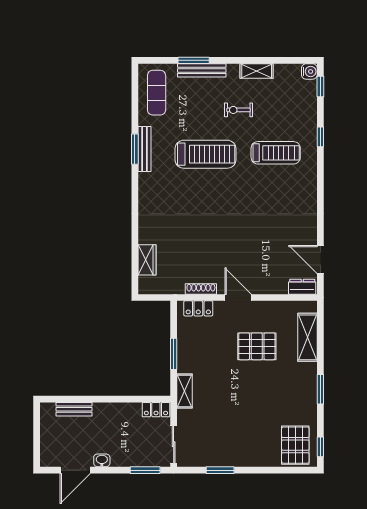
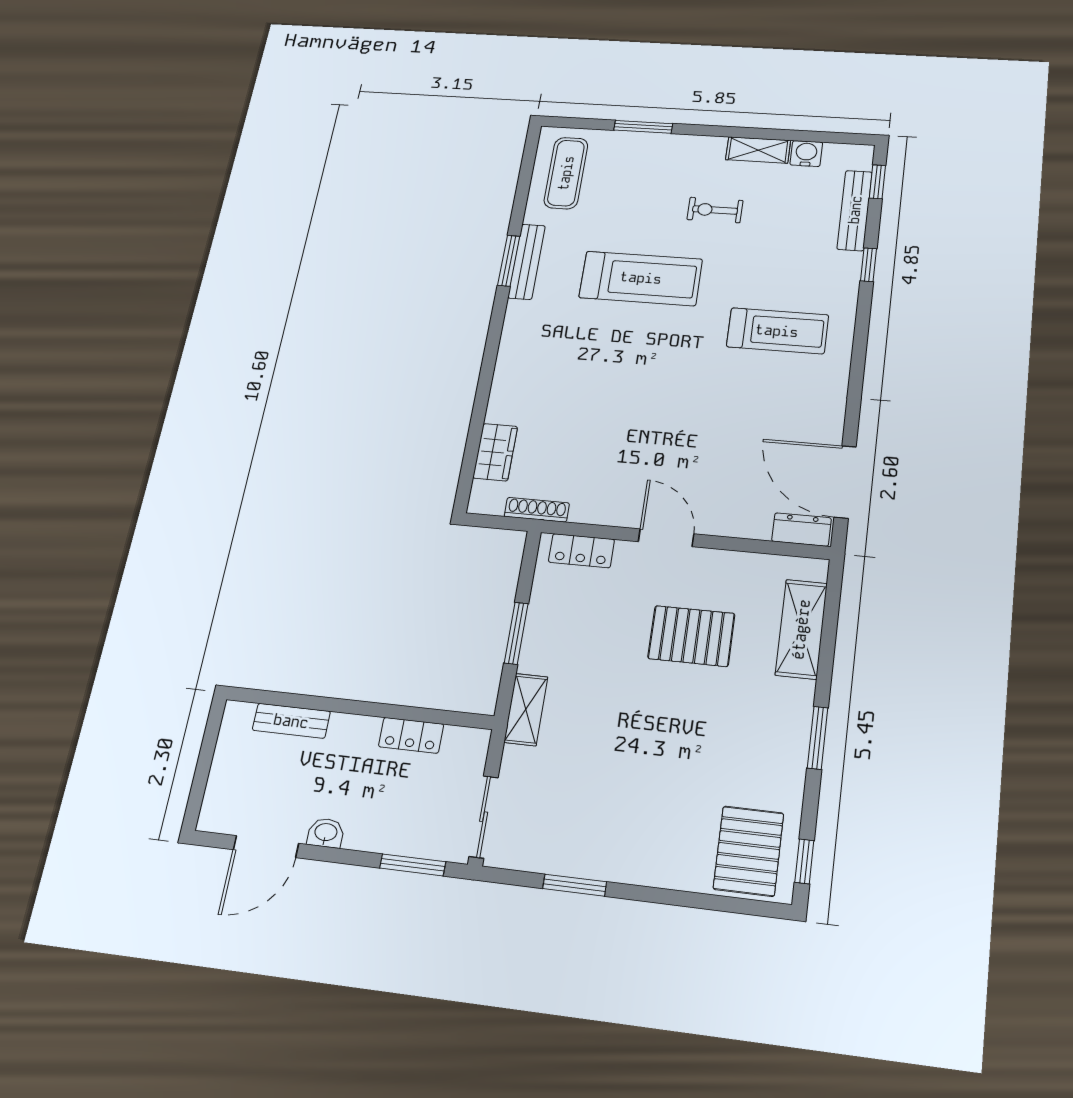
bench: (202, 70) -> (855, 210), moved, turned 90
water cooler: (309, 71) -> (806, 154), moved, turned -90
treadmill: (276, 153) -> (777, 331), moved
door: (320, 260) -> (845, 482), width x1.36
shoe rack: (201, 289) -> (537, 510), moved
locker: (156, 410) -> (411, 735), moved

